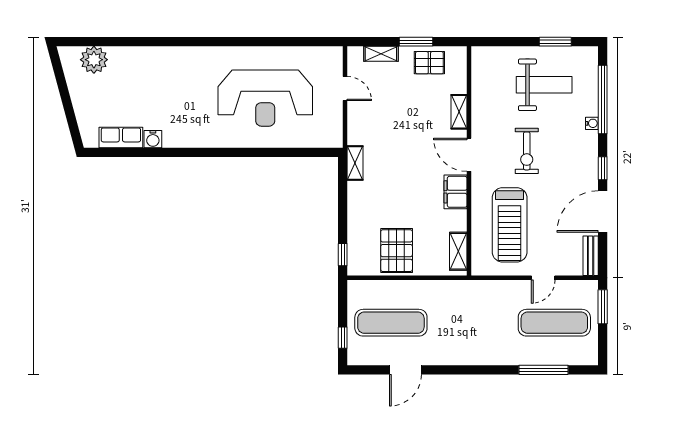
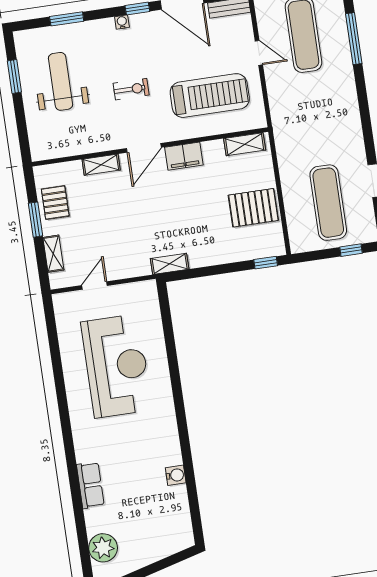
window: (603, 100) -> (67, 19), width x0.47
water cooler: (592, 123) -> (122, 22), moved
row of seats: (121, 137) -> (90, 485), moved, turned 180
exercise bike: (527, 151) -> (131, 89), width x0.73, depth x0.72

